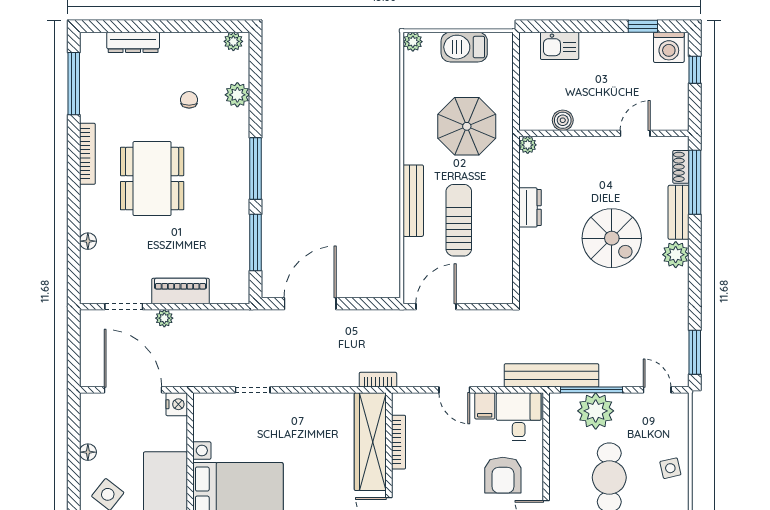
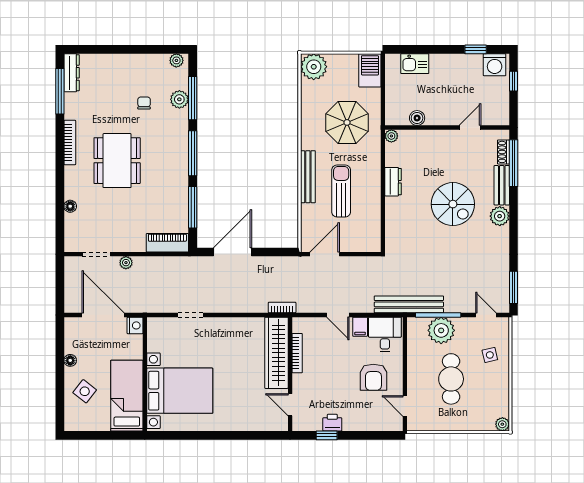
dresser: (133, 42) -> (72, 73), moved, turned -90
plant: (413, 42) -> (314, 67), width x1.87, depth x1.87
barbecue: (464, 47) -> (370, 70), moved, turned 90
window: (255, 93) -> (193, 98), added
piano: (180, 291) -> (167, 243), moved
side table: (670, 468) -> (490, 355), moved

